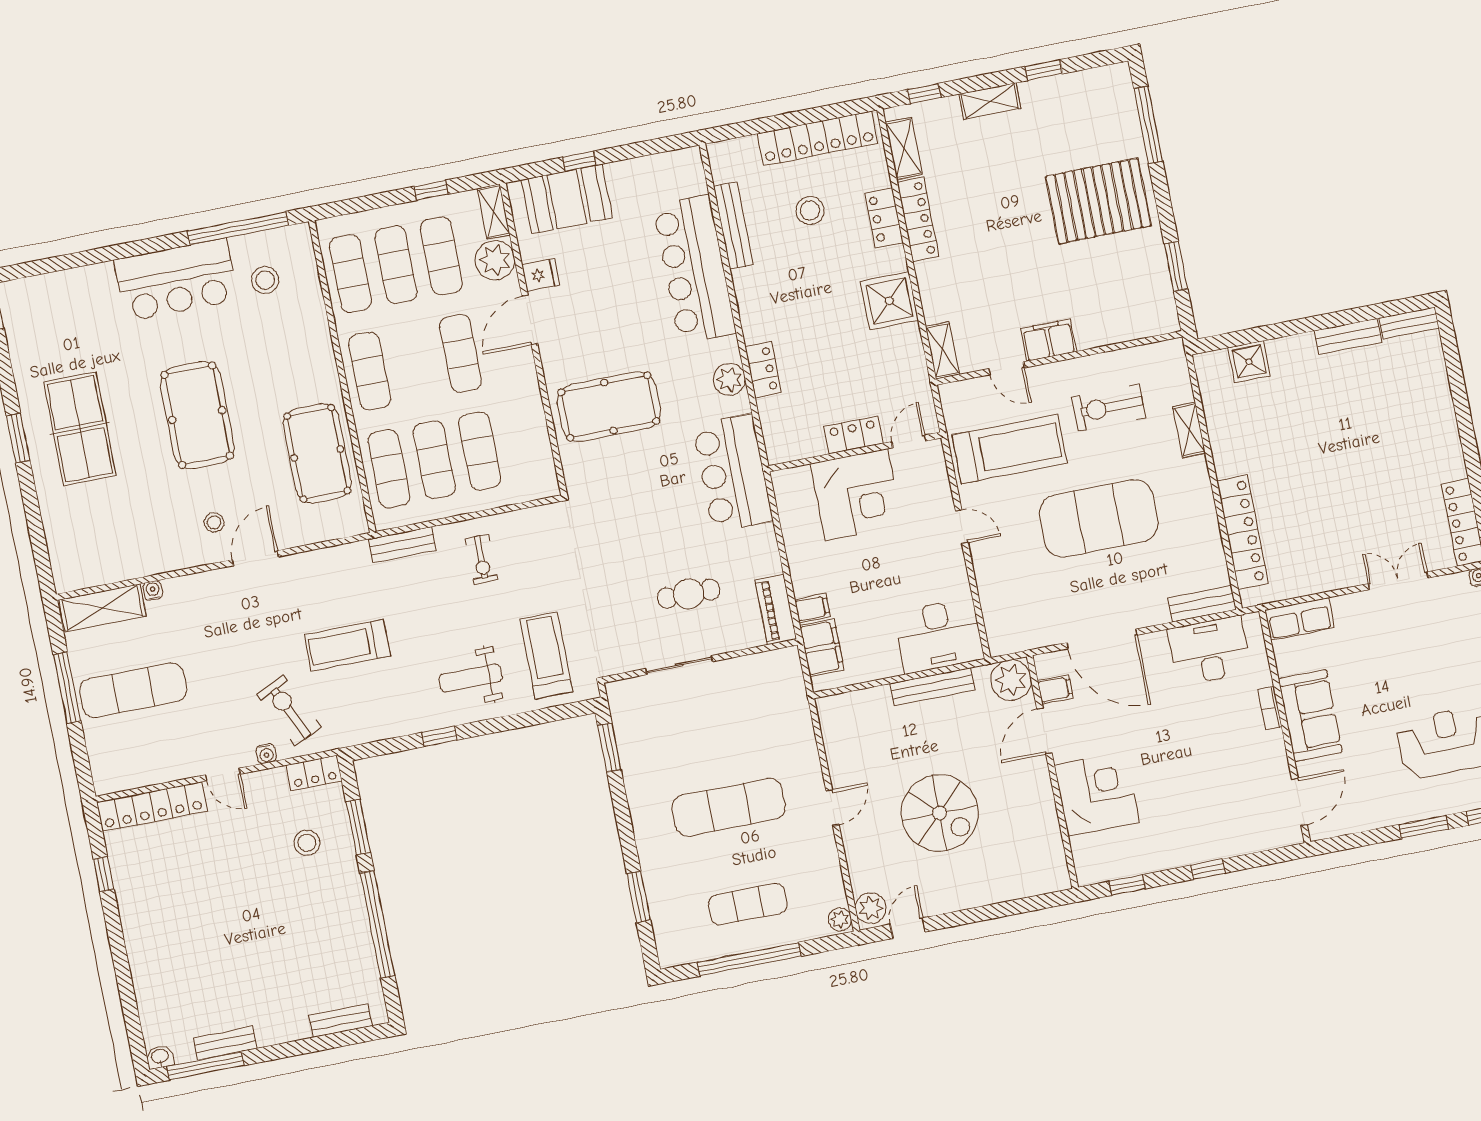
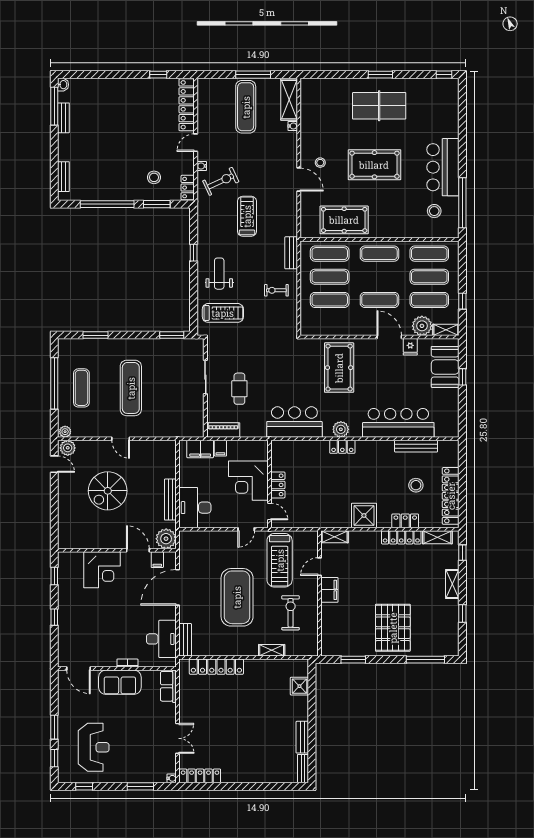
locker: (853, 435) -> (278, 485), moved
door: (909, 441) -> (269, 512), moved
wall: (855, 452) -> (269, 484), moved
corner desk: (856, 495) -> (248, 481), moved

